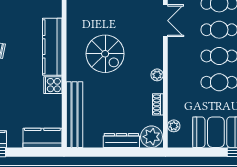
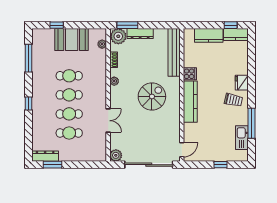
double door: (165, 21) -> (108, 121), swing flipped
spiral stairs: (105, 54) -> (152, 96), turned 90
kitchen counter: (42, 138) -> (209, 35), moved
window: (139, 152) -> (127, 25), added

